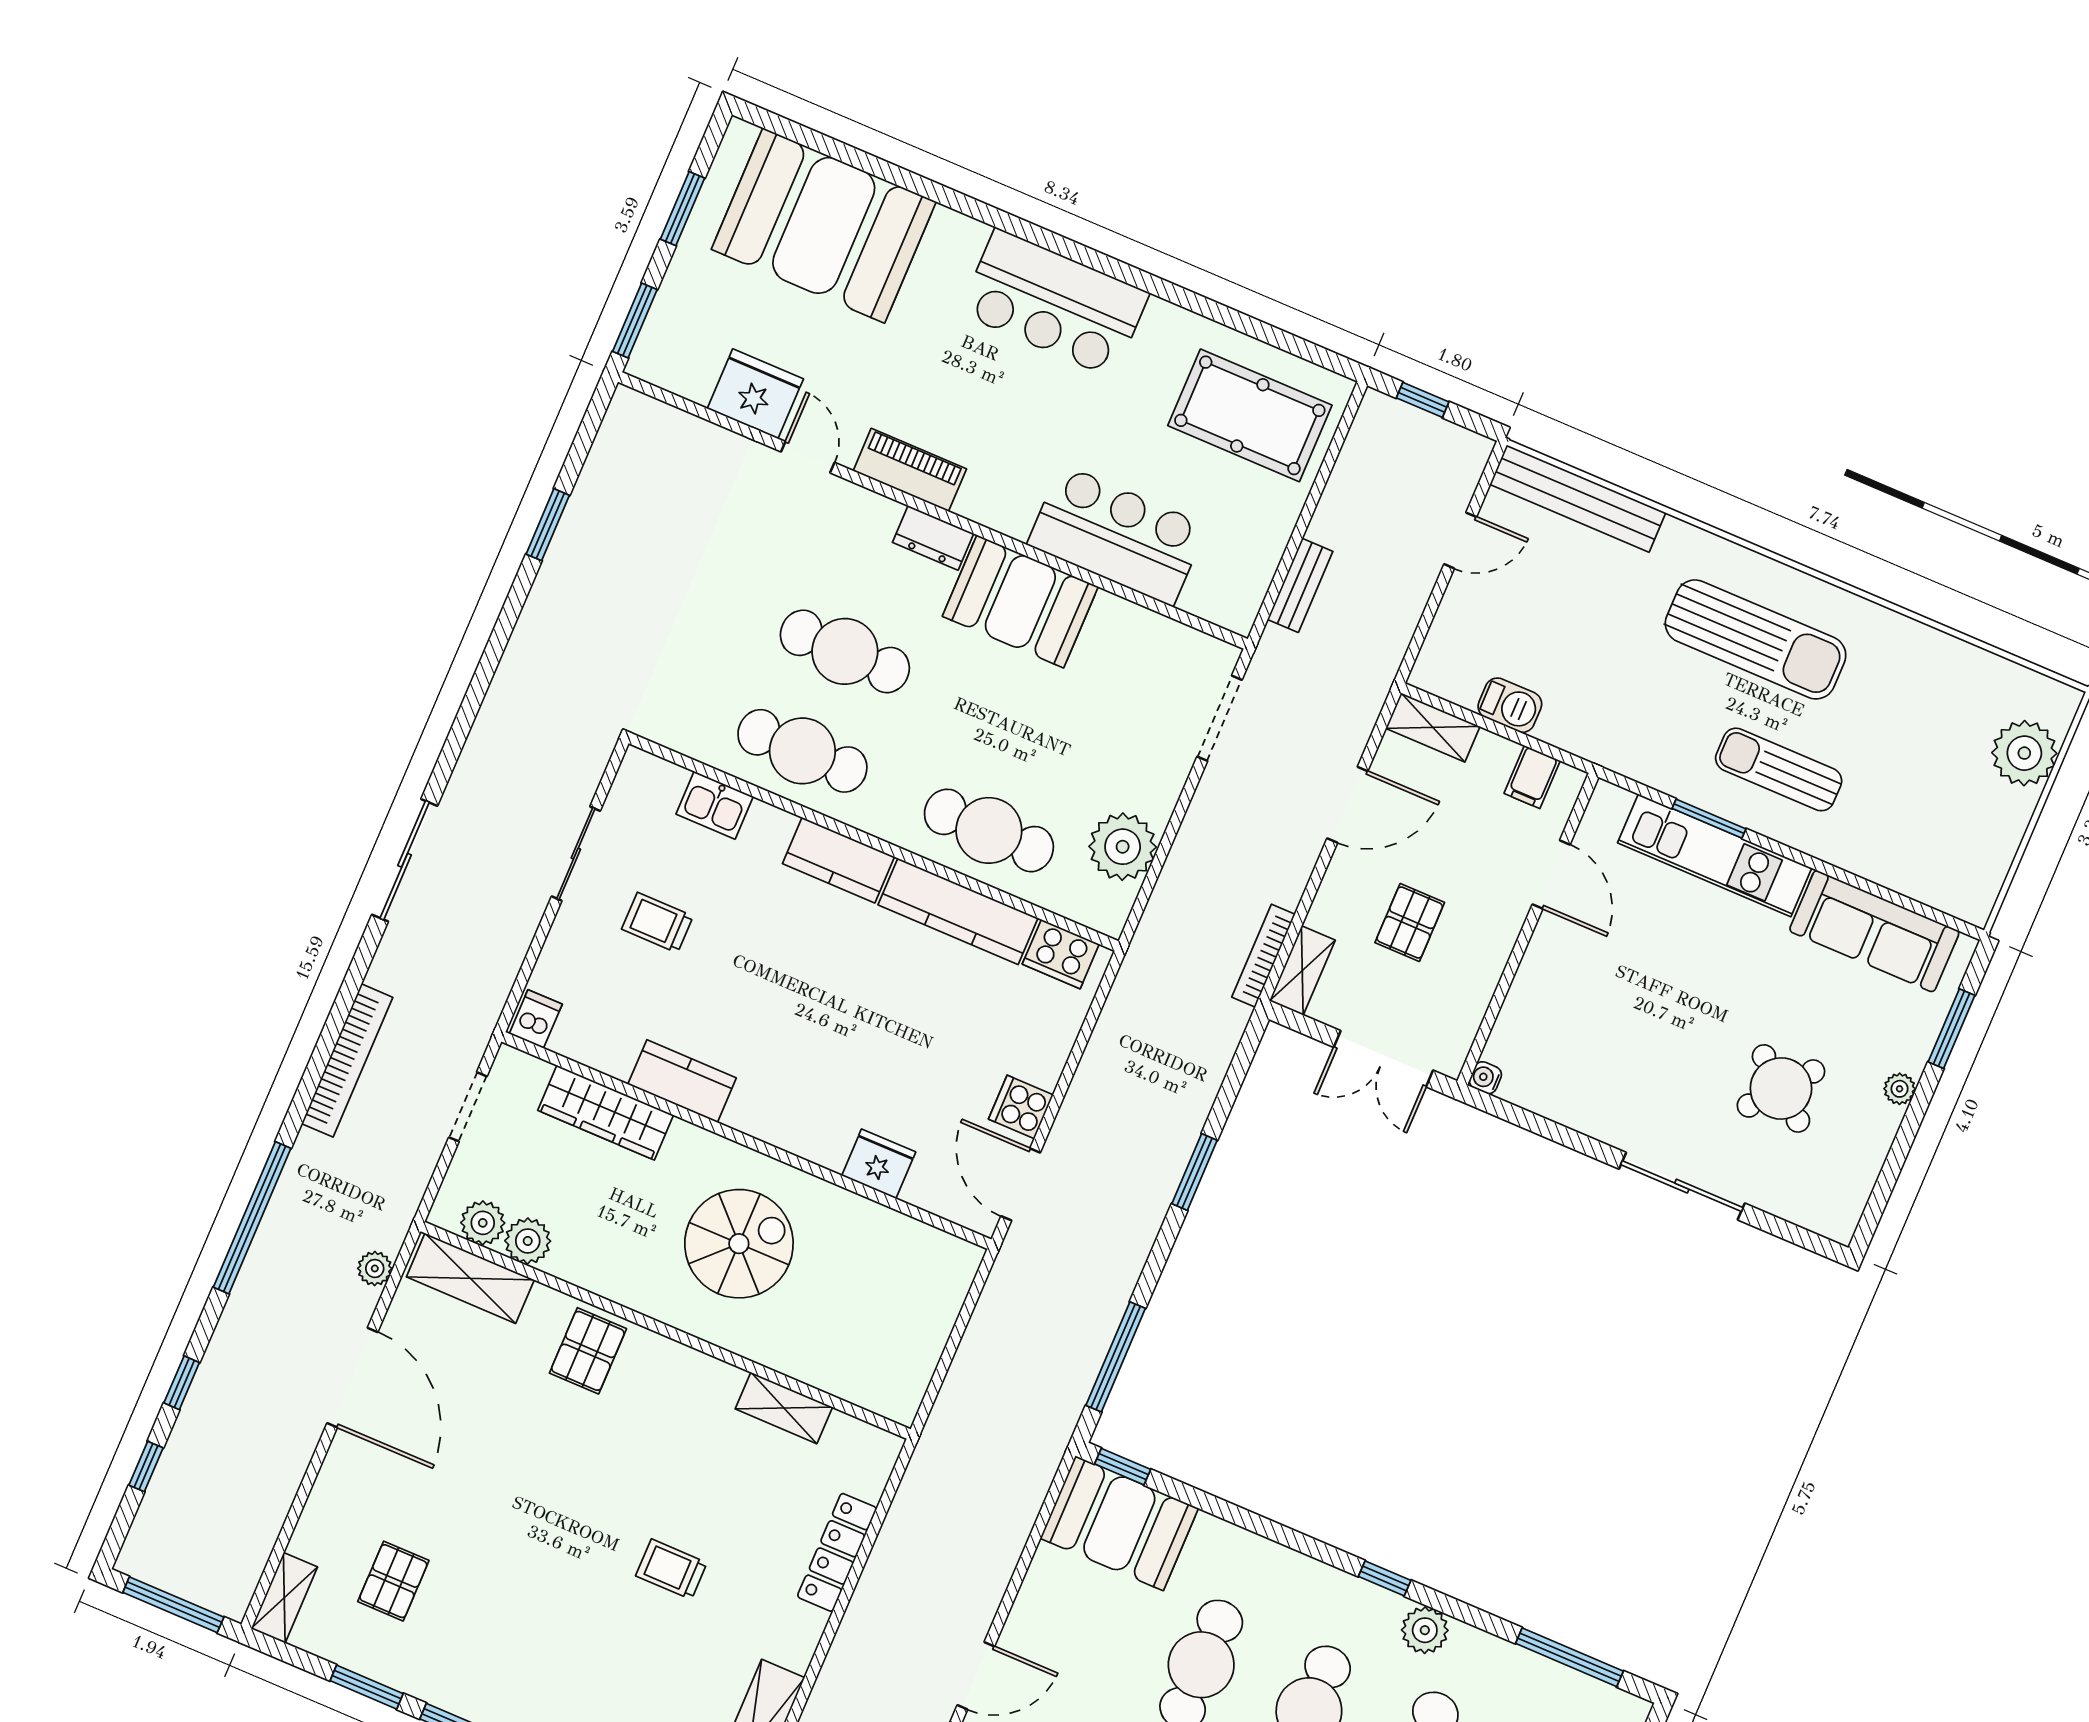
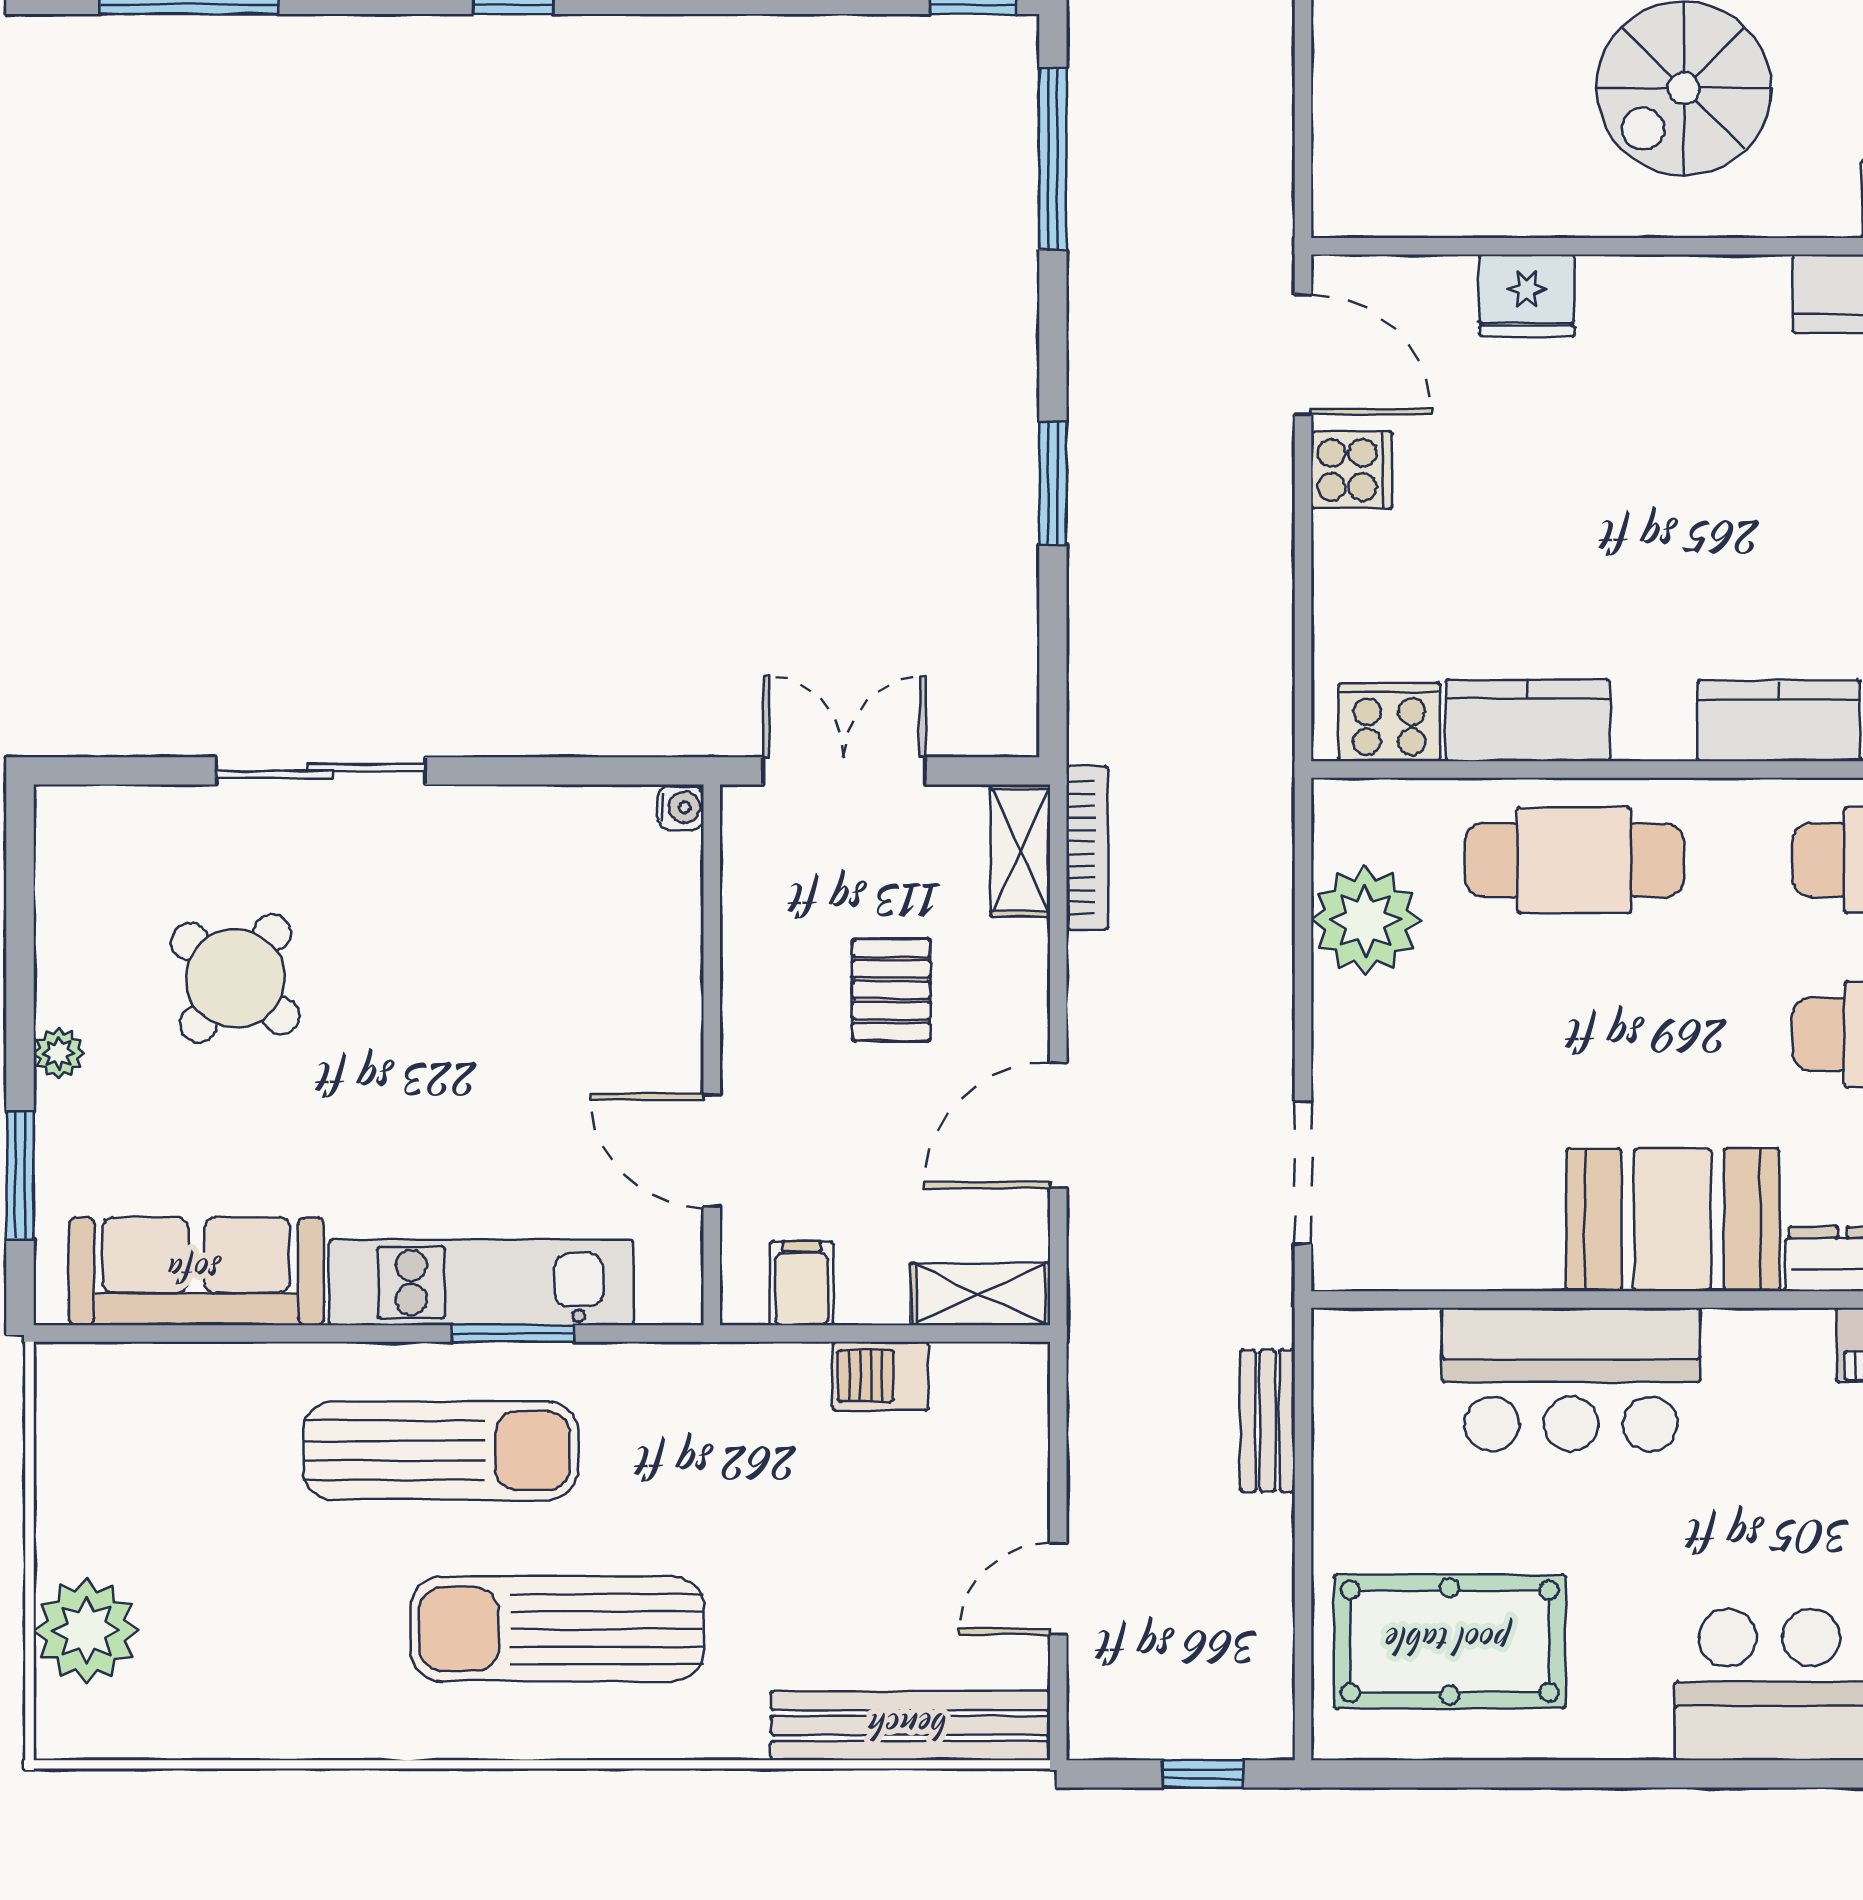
sun lounger: (1779, 769) -> (441, 1451), width x1.36, depth x1.34
kitchen counter: (958, 911) -> (1528, 720), width x0.67

